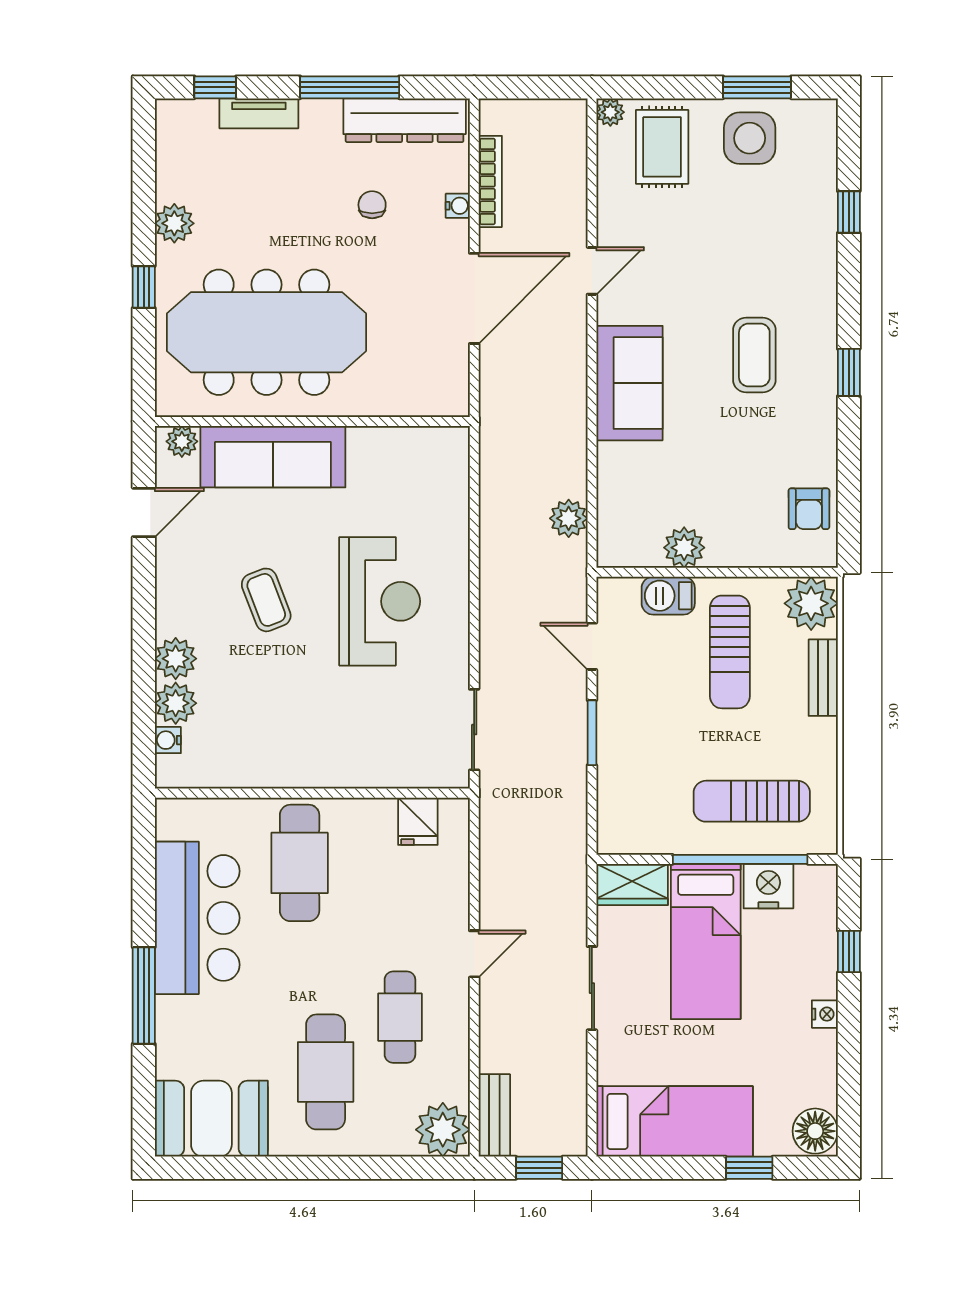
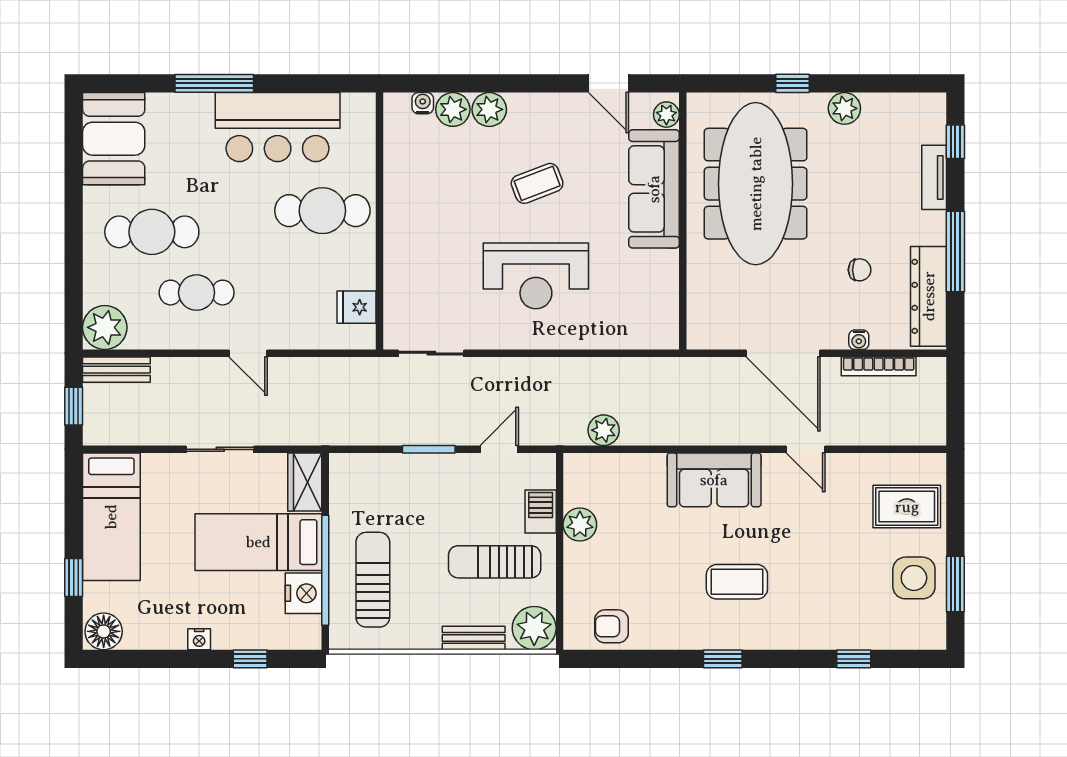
plant: (610, 112) -> (935, 464), removed

